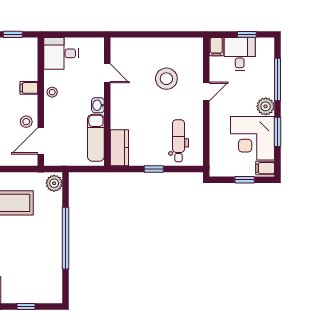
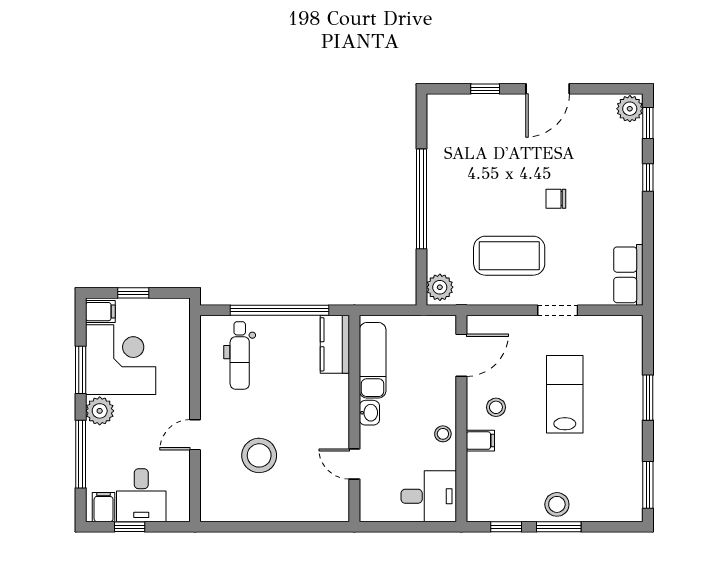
filing cabinet: (216, 47) -> (104, 507), moved
stool: (26, 122) -> (496, 407), moved
window: (154, 169) -> (280, 310), width x3.17

